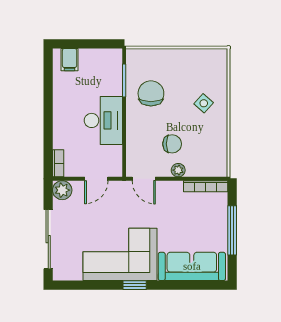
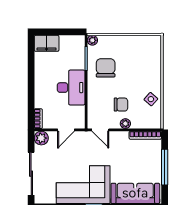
plant: (133, 55) -> (92, 40), added
filing cabinet: (70, 60) -> (47, 43), width x2.00
side table: (204, 103) -> (151, 99), moved

